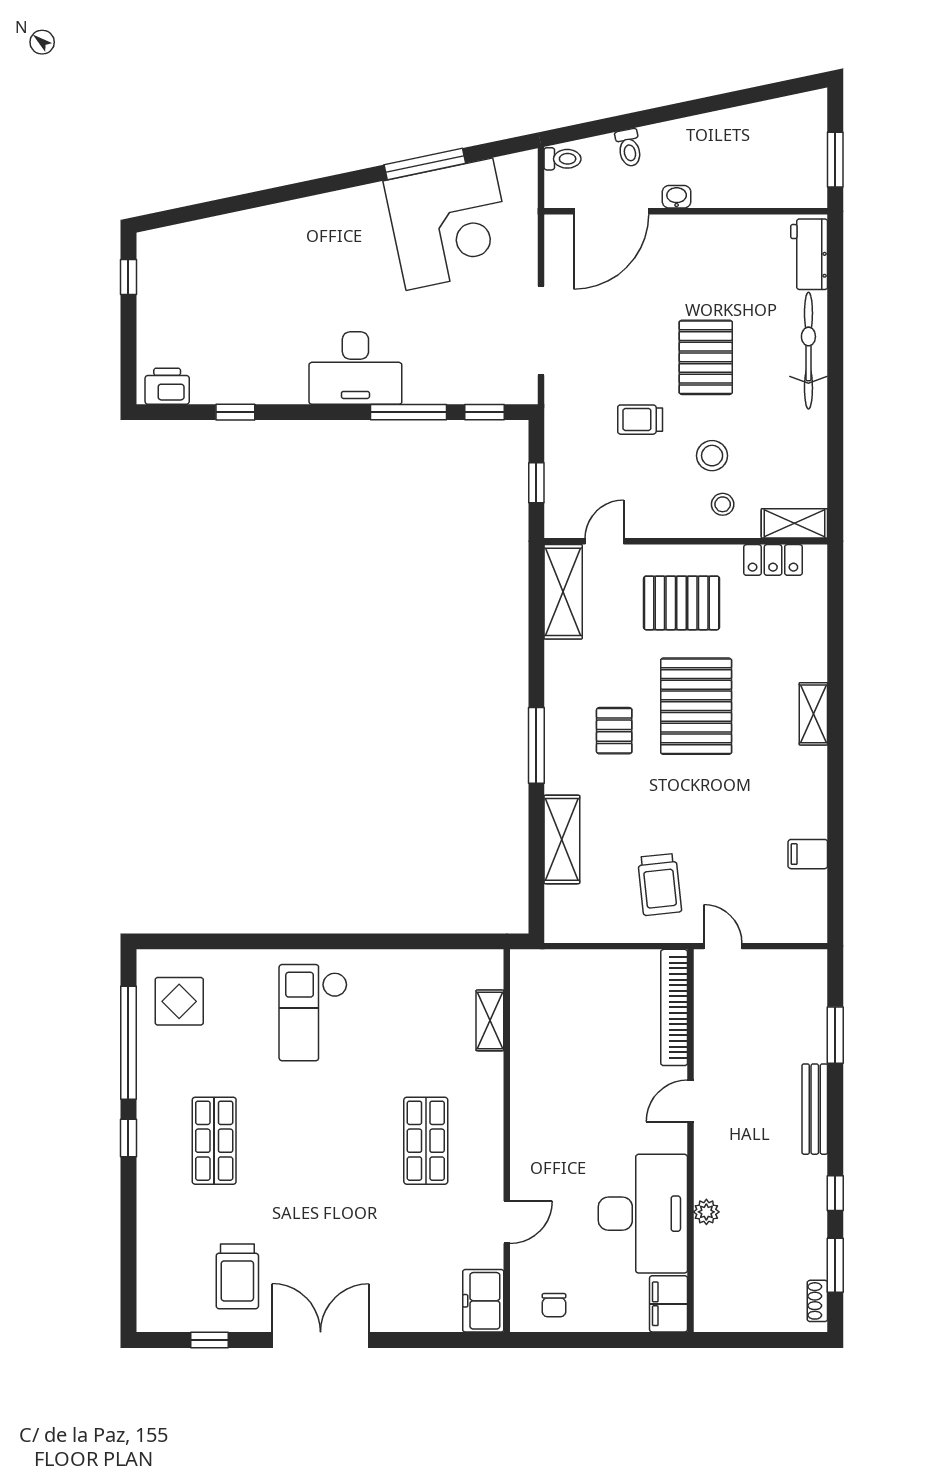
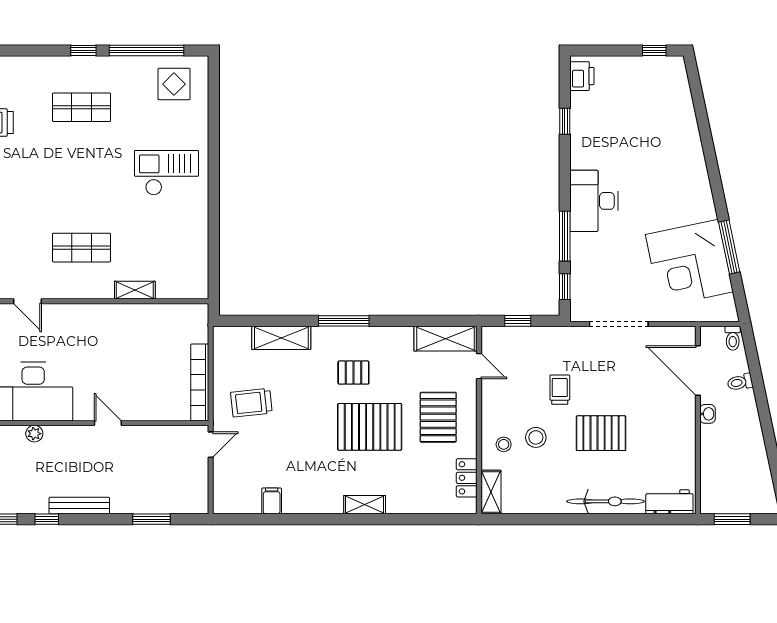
bookcase: (674, 1007) -> (200, 382), moved, turned -90
shelving: (490, 1020) -> (135, 290), moved
bench: (815, 1109) -> (79, 506), moved

